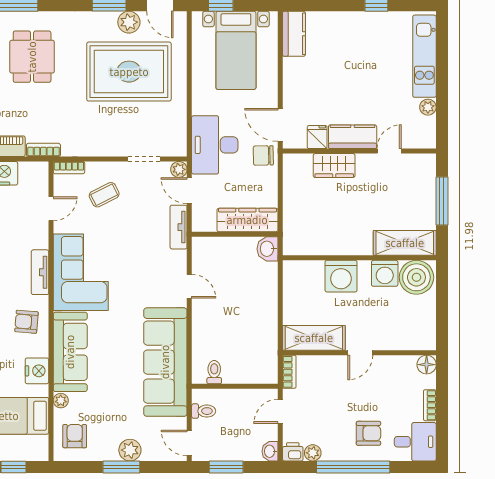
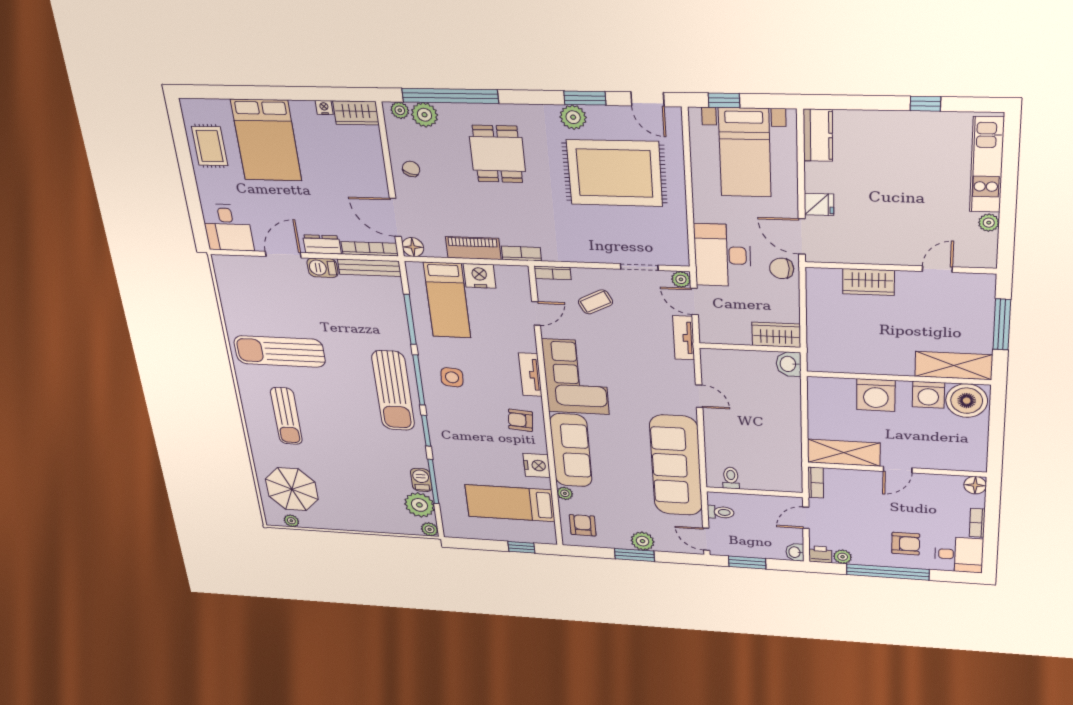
plant: (129, 22) -> (573, 117), moved
fridge: (317, 137) -> (819, 204), moved, turned 90
kitchen counter: (353, 137) -> (892, 252), removed
wardrobe: (247, 220) -> (776, 335), width x0.67

